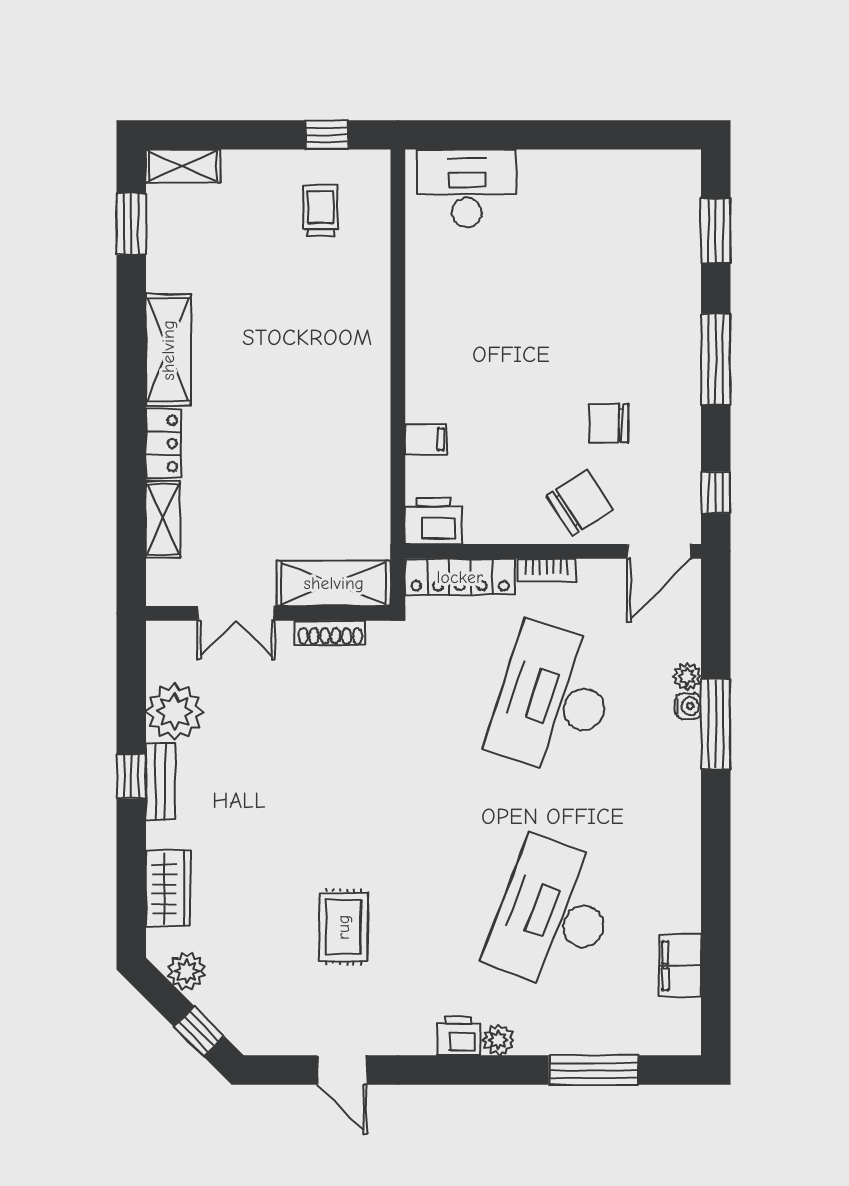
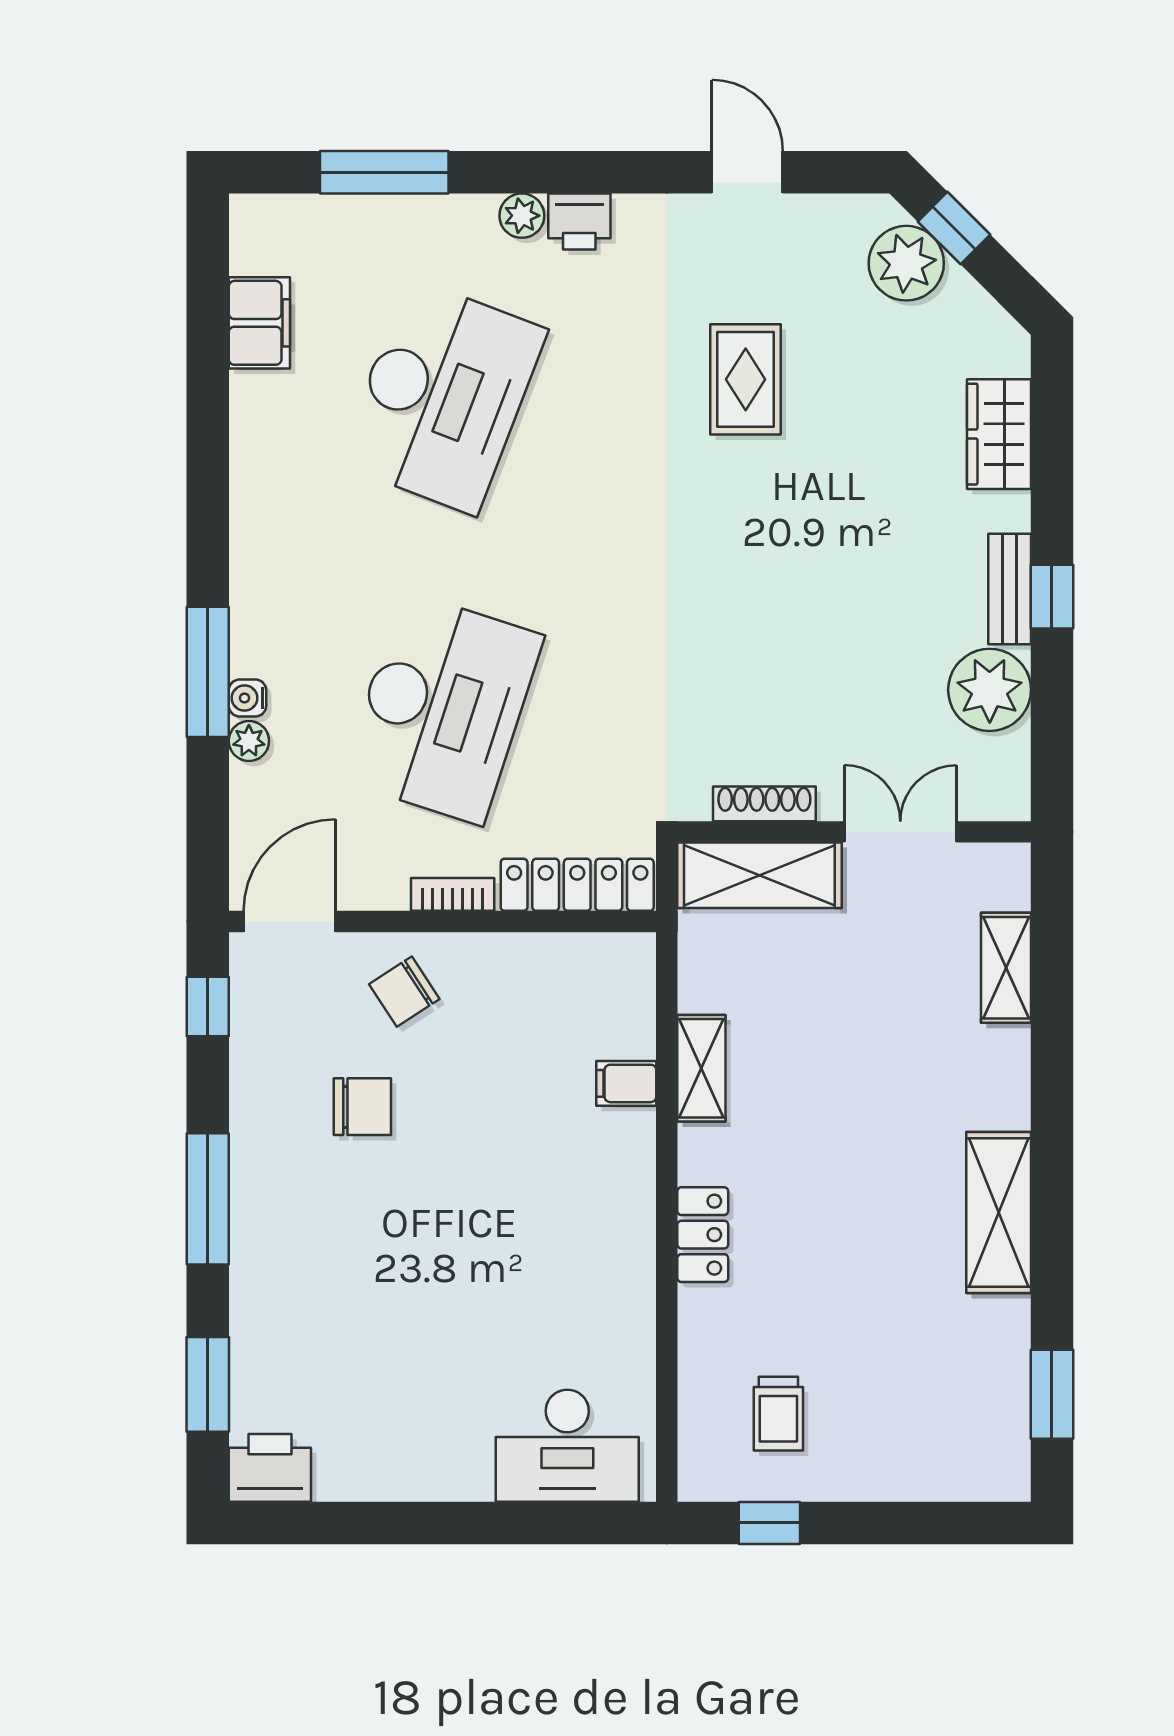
shelving: (183, 166) -> (701, 1068), moved, turned 90
locker: (163, 443) -> (703, 1235), moved, turned 180
chair: (580, 503) -> (404, 992), width x0.73, depth x0.73
printer: (434, 521) -> (270, 1468), moved, turned 180
plant: (187, 971) -> (906, 263), moved, width x1.36, depth x1.36

